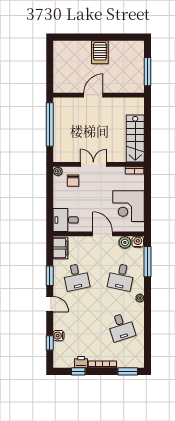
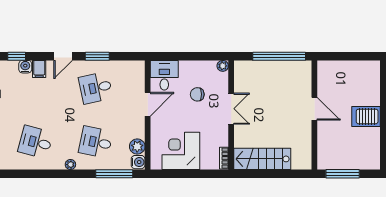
chair: (73, 181) -> (197, 94), moved
door: (103, 234) -> (148, 104), moved
filing cabinet: (60, 248) -> (39, 69), moved, width x0.50
desk: (121, 327) -> (36, 142), turned 33

